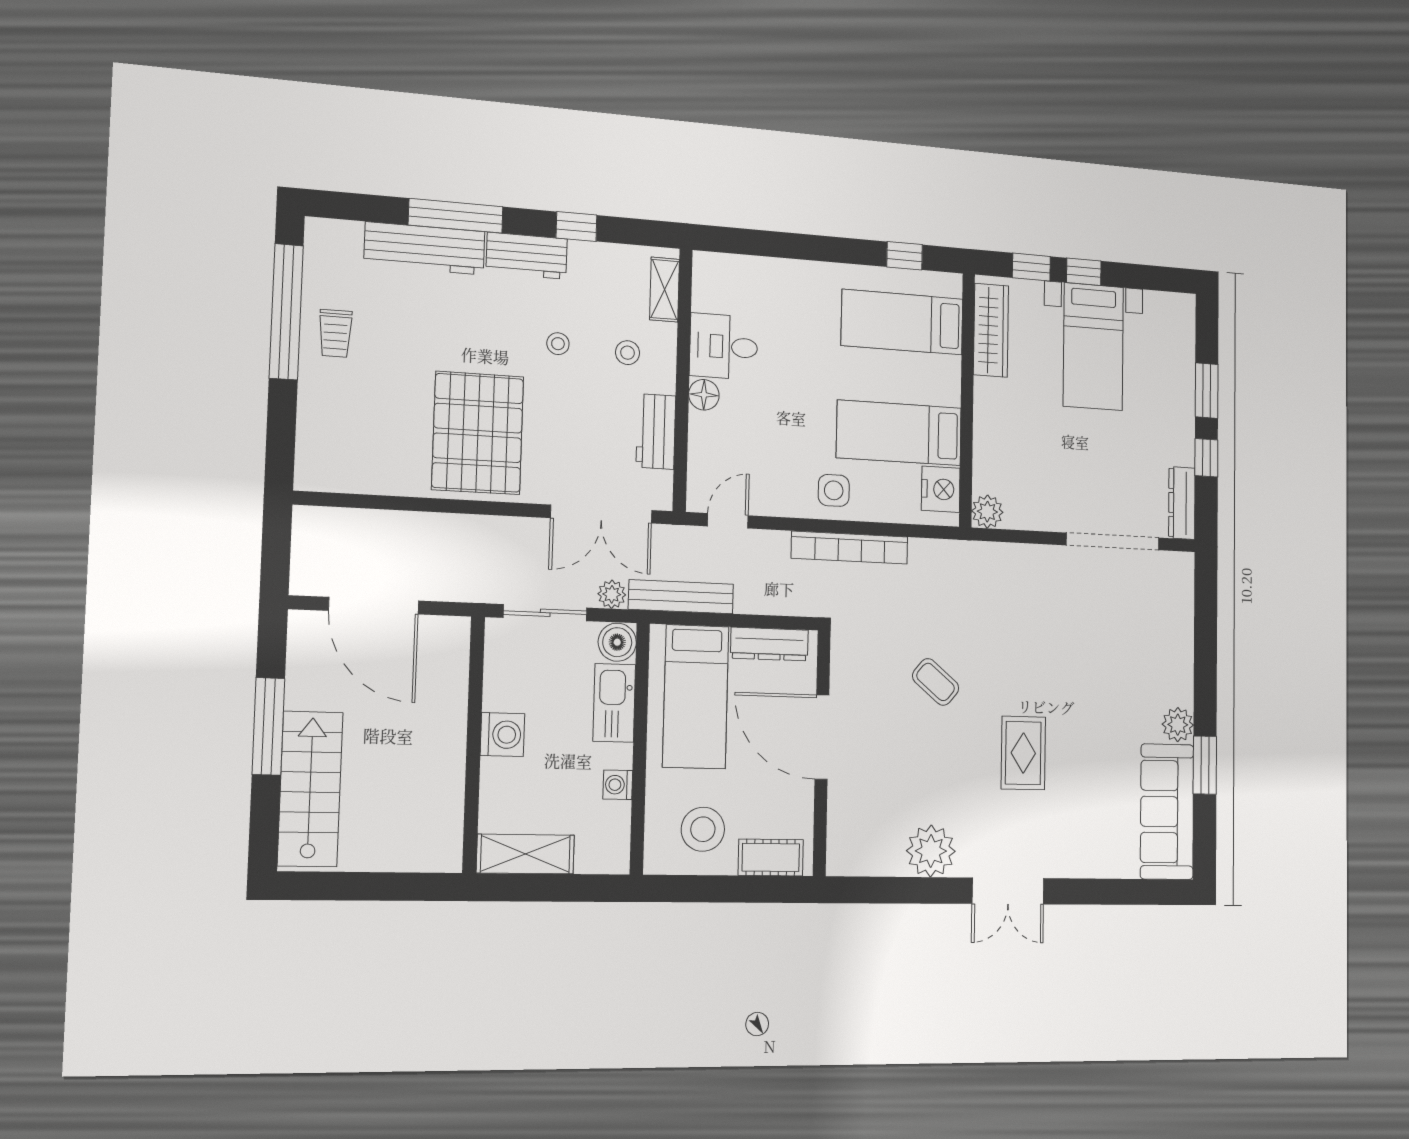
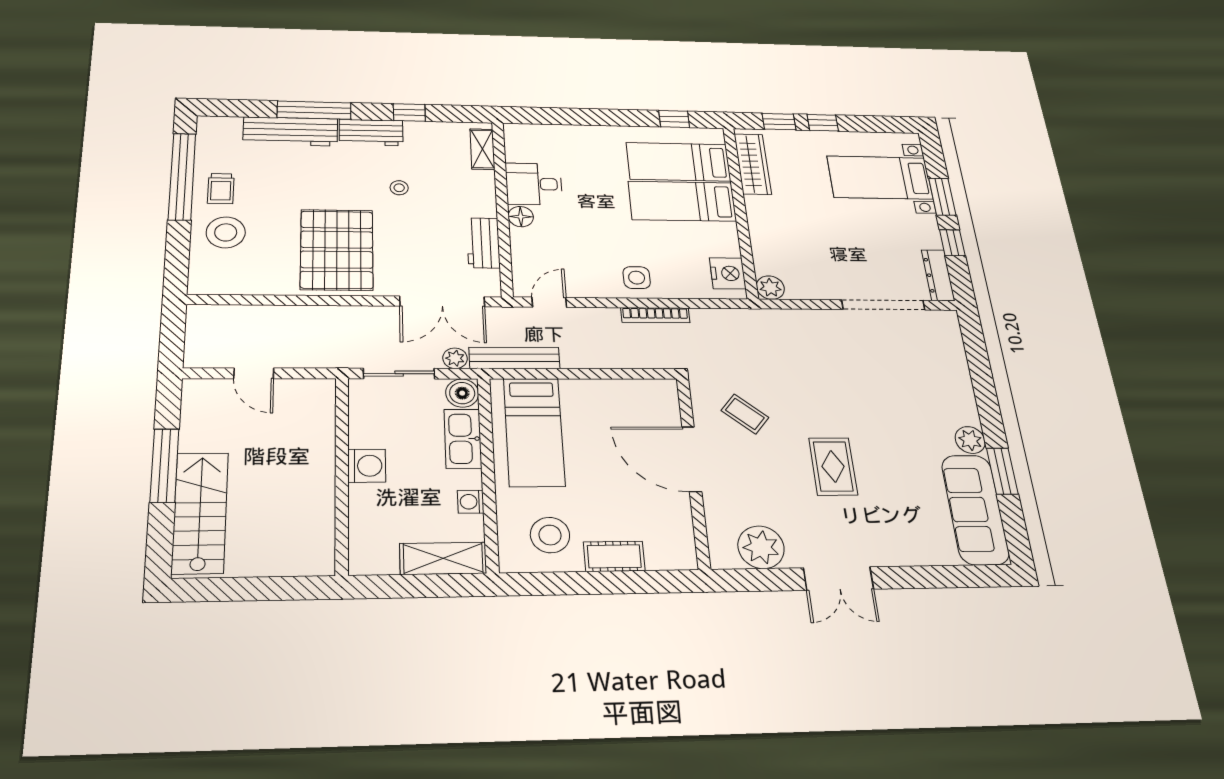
bed with nightstands: (1093, 347) -> (880, 178), moved, turned 90
stool: (628, 353) -> (226, 232), moved, width x1.89, depth x1.89
bed: (899, 433) -> (682, 201), moved
bookcase: (850, 548) -> (655, 315), width x0.68, depth x0.76
door: (374, 606) -> (254, 373), width x0.53
dresser: (769, 644) -> (594, 390), removed
door: (822, 737) -> (692, 459), moved
wall: (822, 753) -> (693, 471), moved
shelving: (525, 854) -> (443, 558), moved

